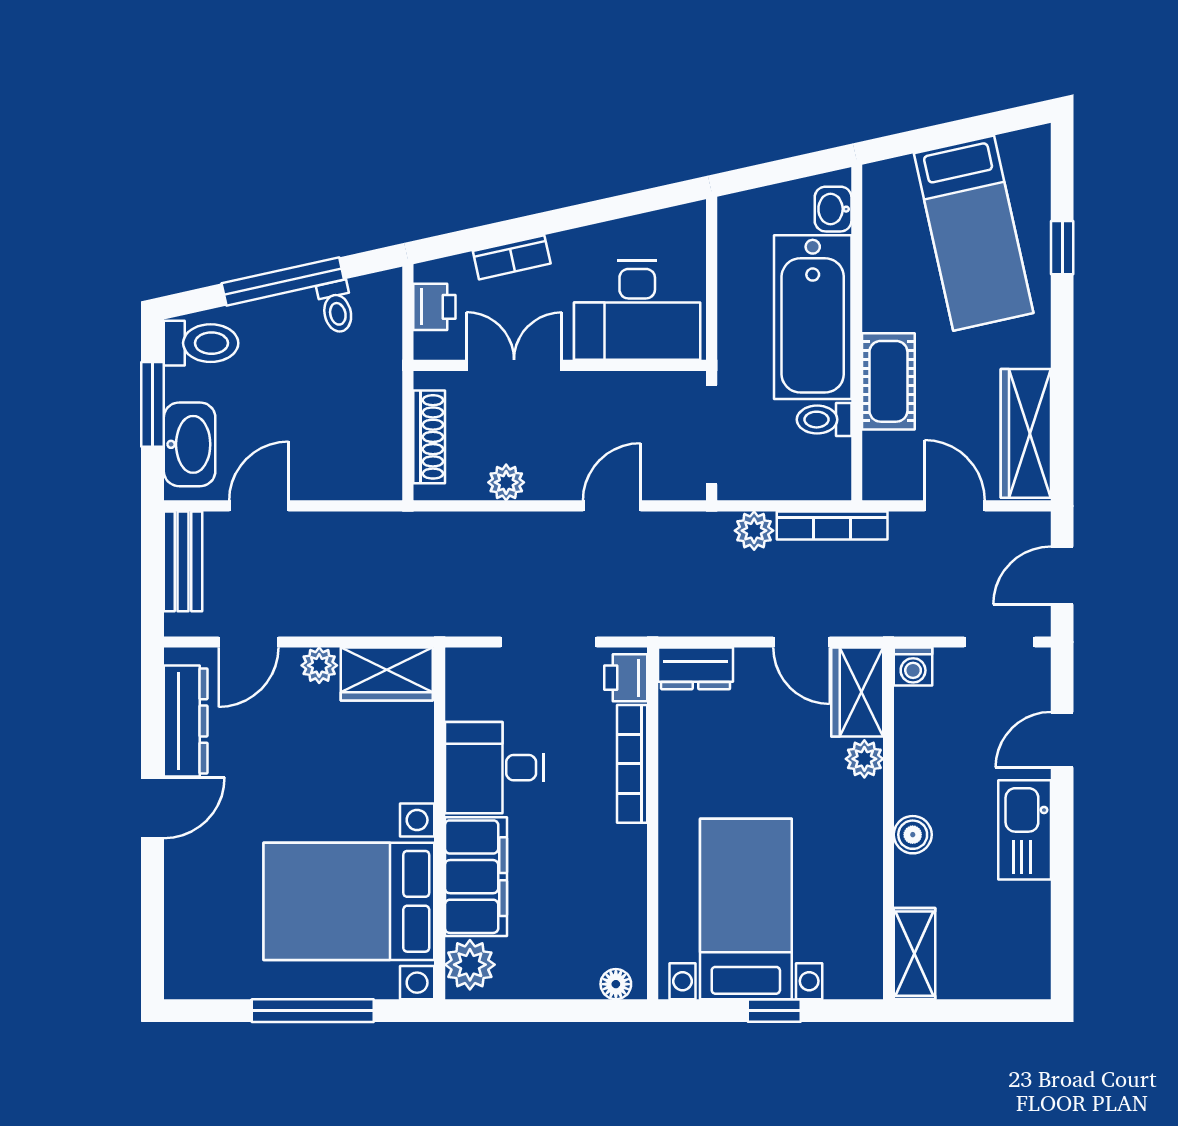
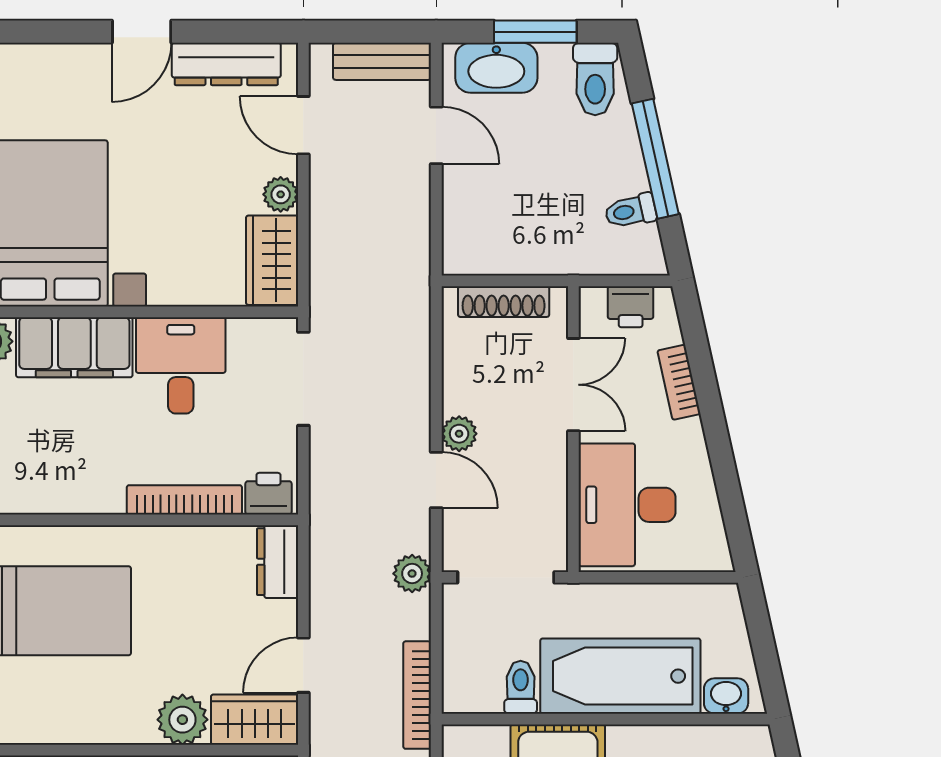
plant: (506, 482) -> (459, 434), moved
plant: (754, 531) -> (412, 574), moved
doorway: (549, 642) -> (303, 379), moved
plant: (864, 759) -> (182, 720), width x1.38, depth x1.38
door: (153, 808) -> (142, 32), hinge flipped

